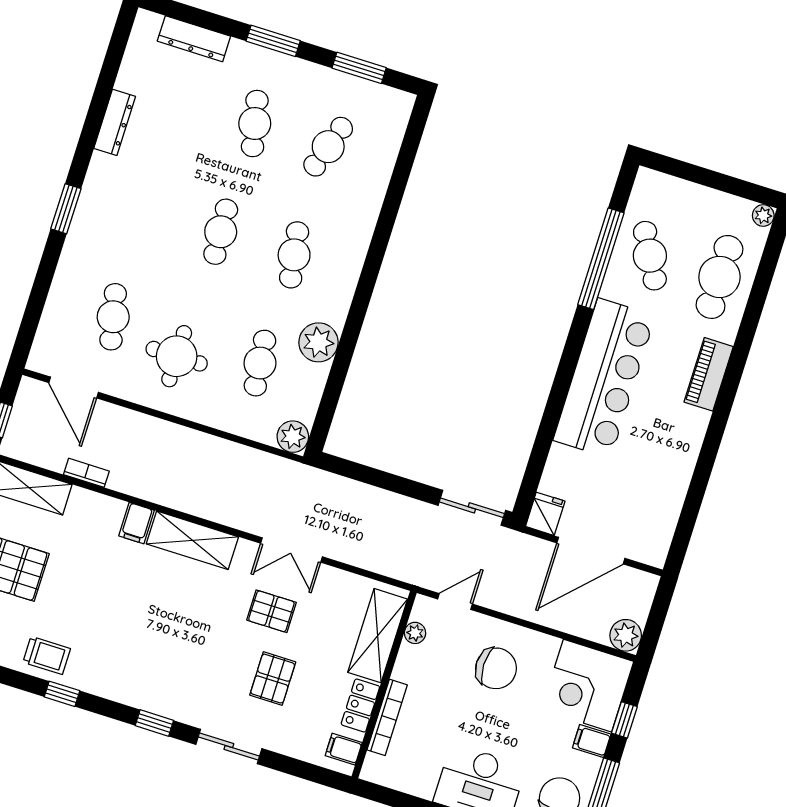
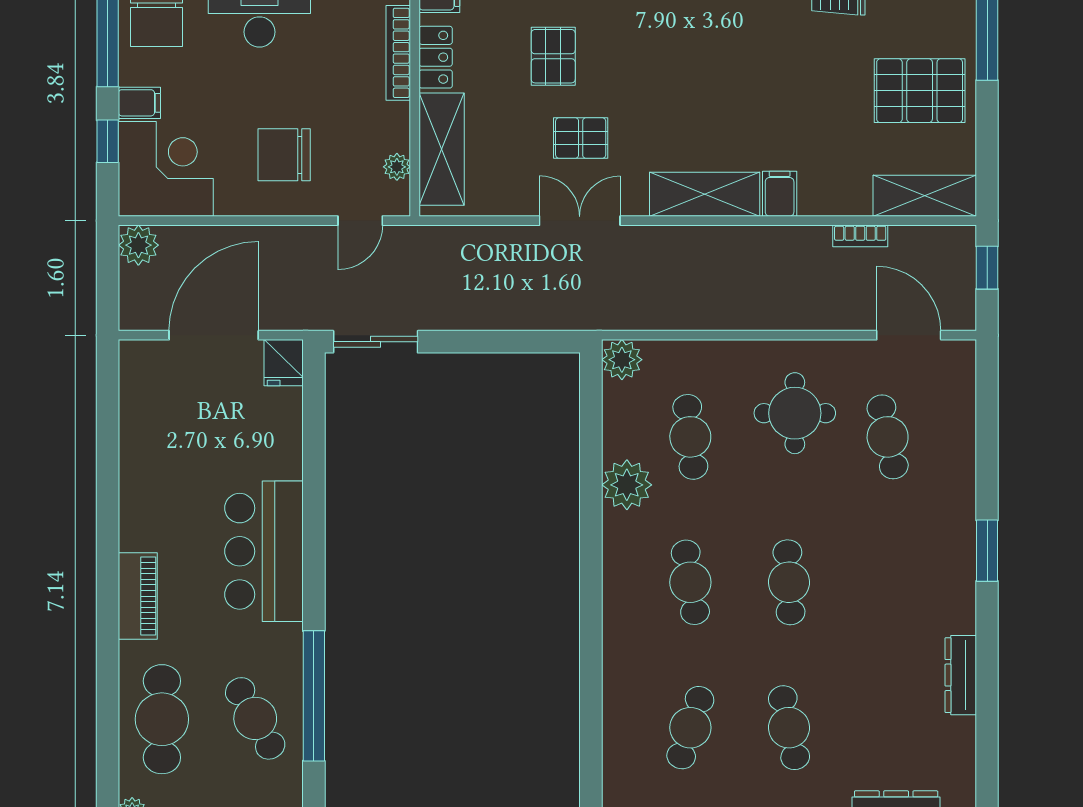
bar counter: (604, 378) -> (264, 551), width x0.73

